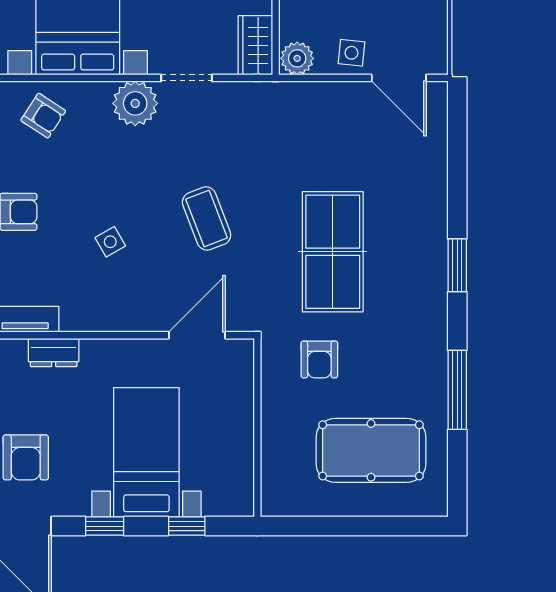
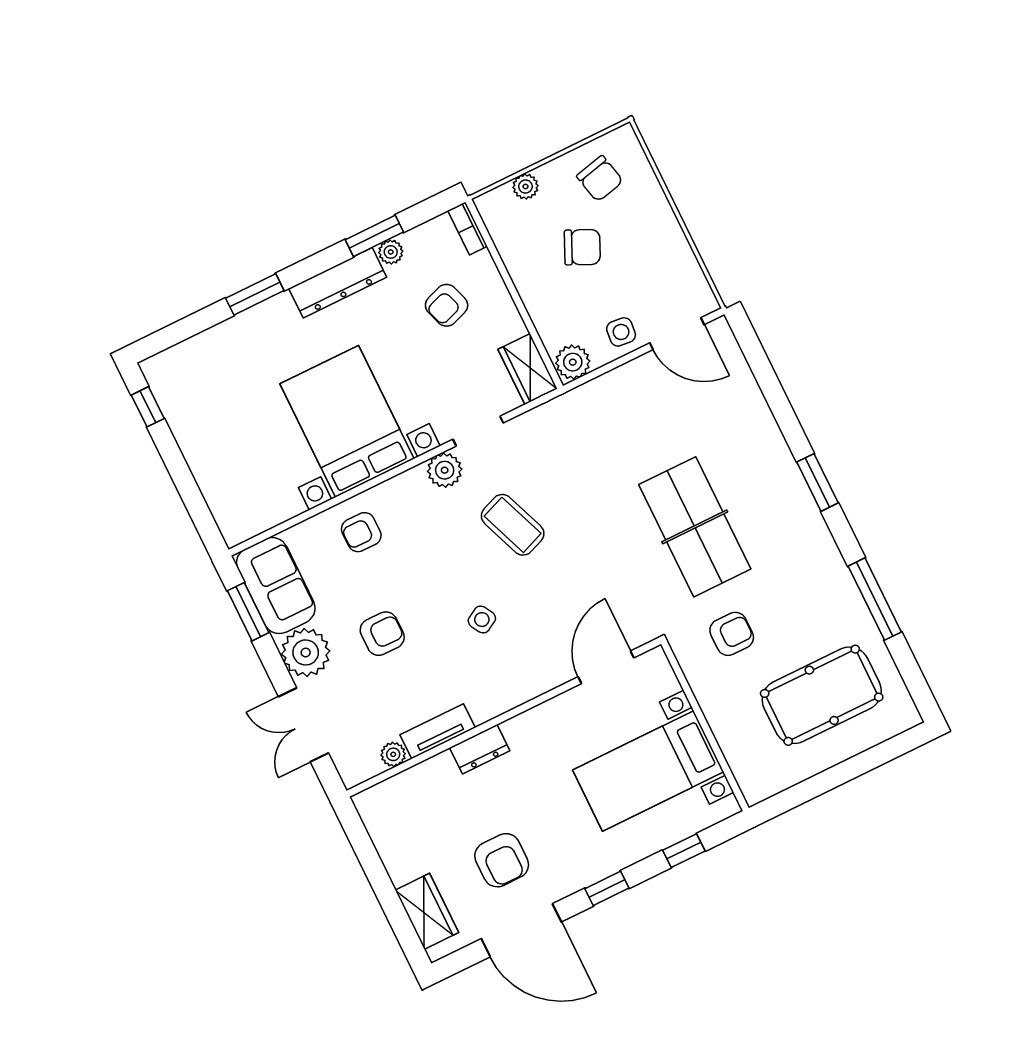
plant: (135, 103) -> (445, 470), width x0.73, depth x0.73
armchair: (43, 116) -> (361, 532), turned 147
coffee table: (207, 219) -> (513, 525), moved
armchair: (319, 359) -> (732, 634), turned -90
bed with nightstands: (146, 452) -> (648, 771), moved, turned -90

